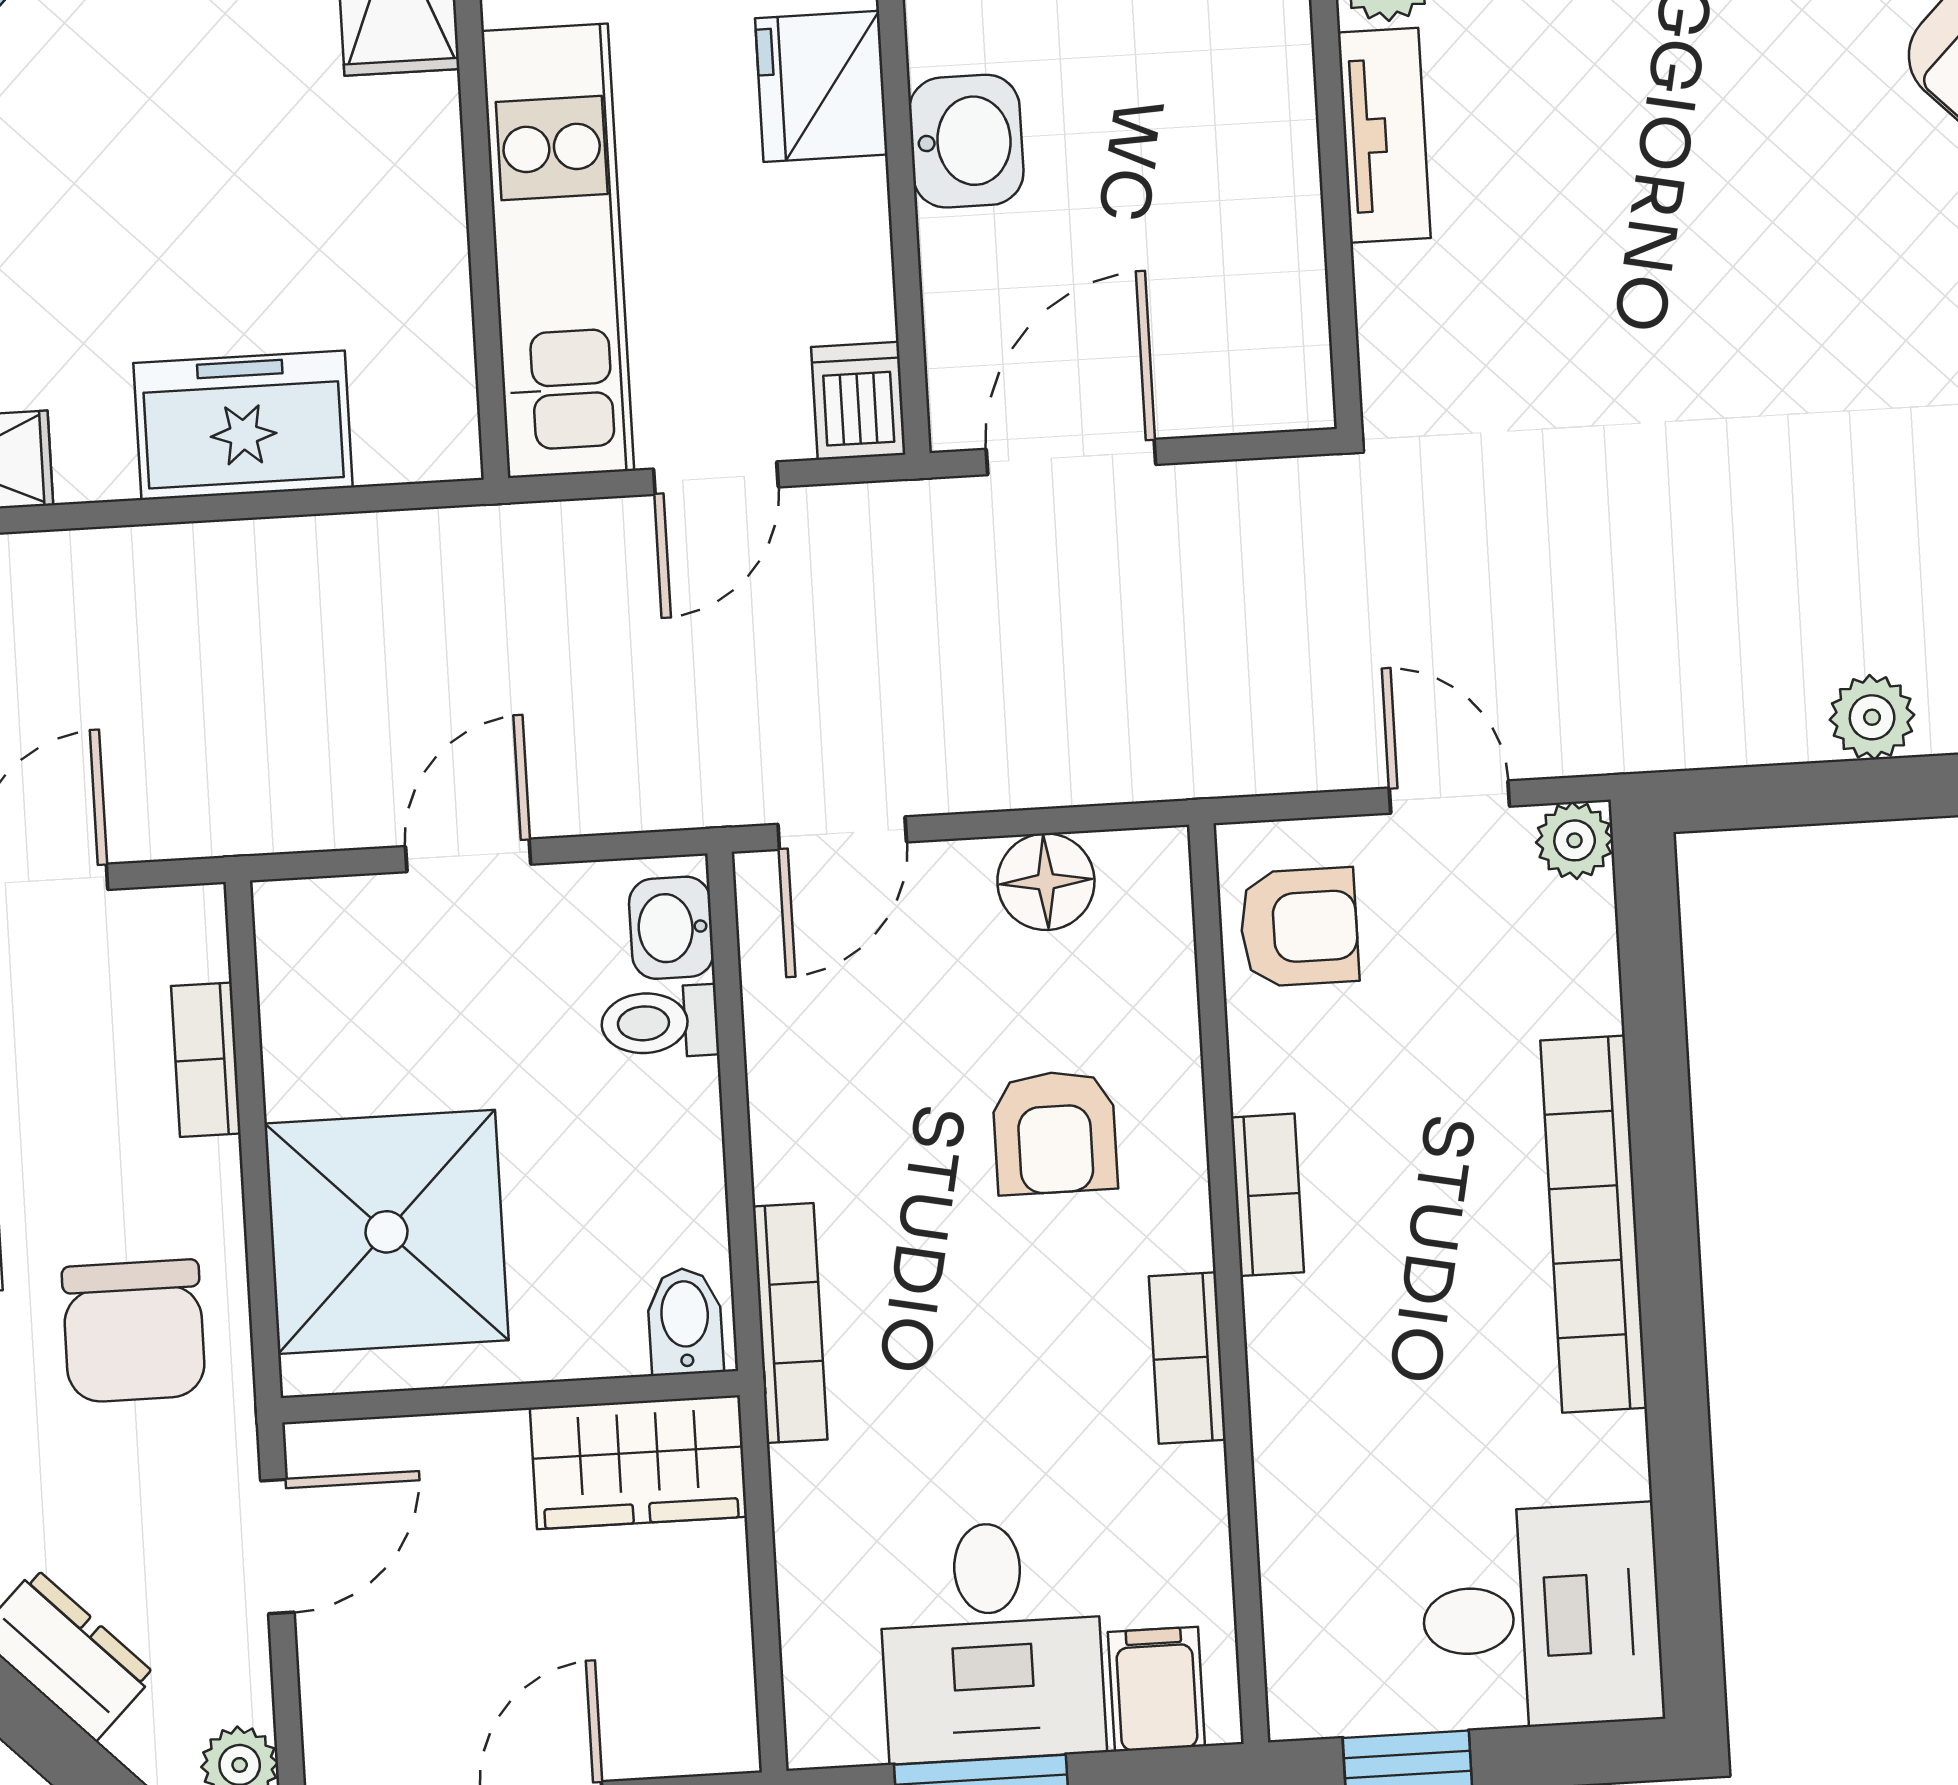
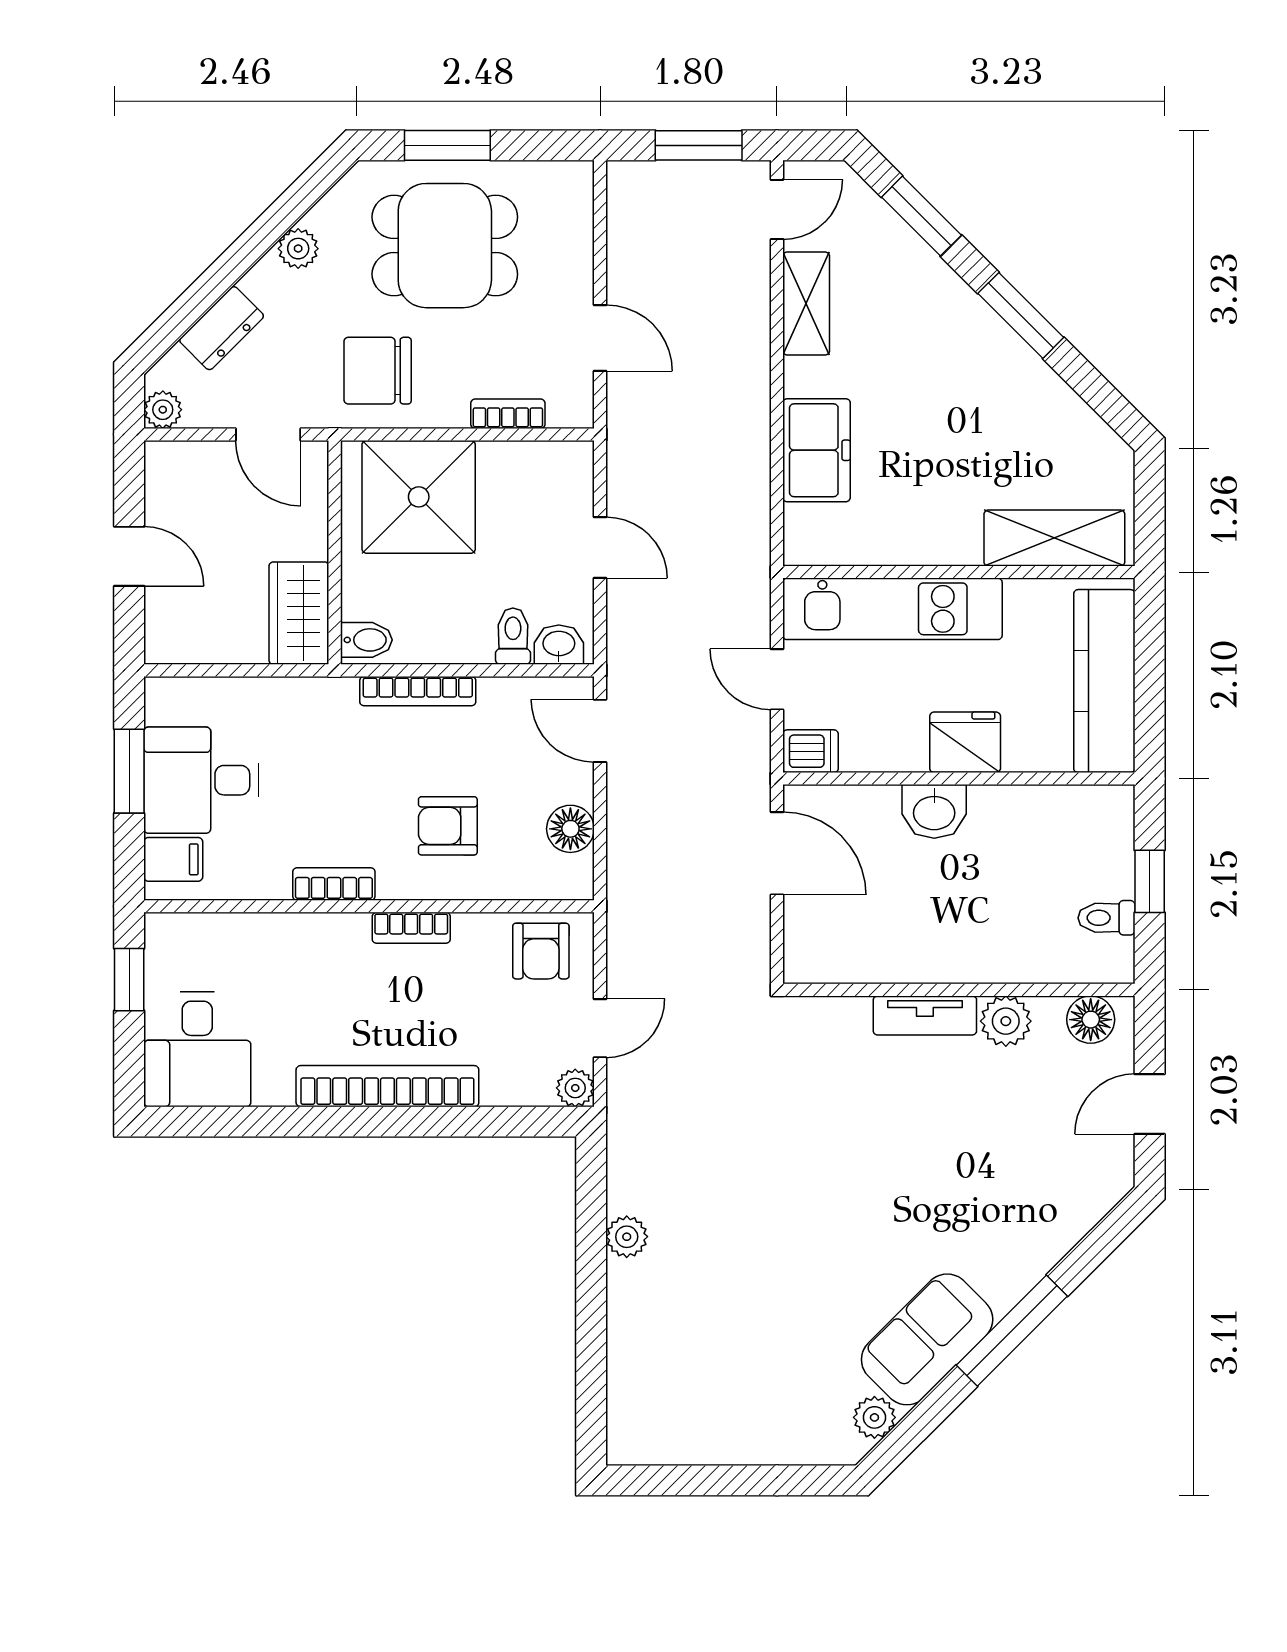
bookcase: (790, 1323) -> (418, 691), moved

